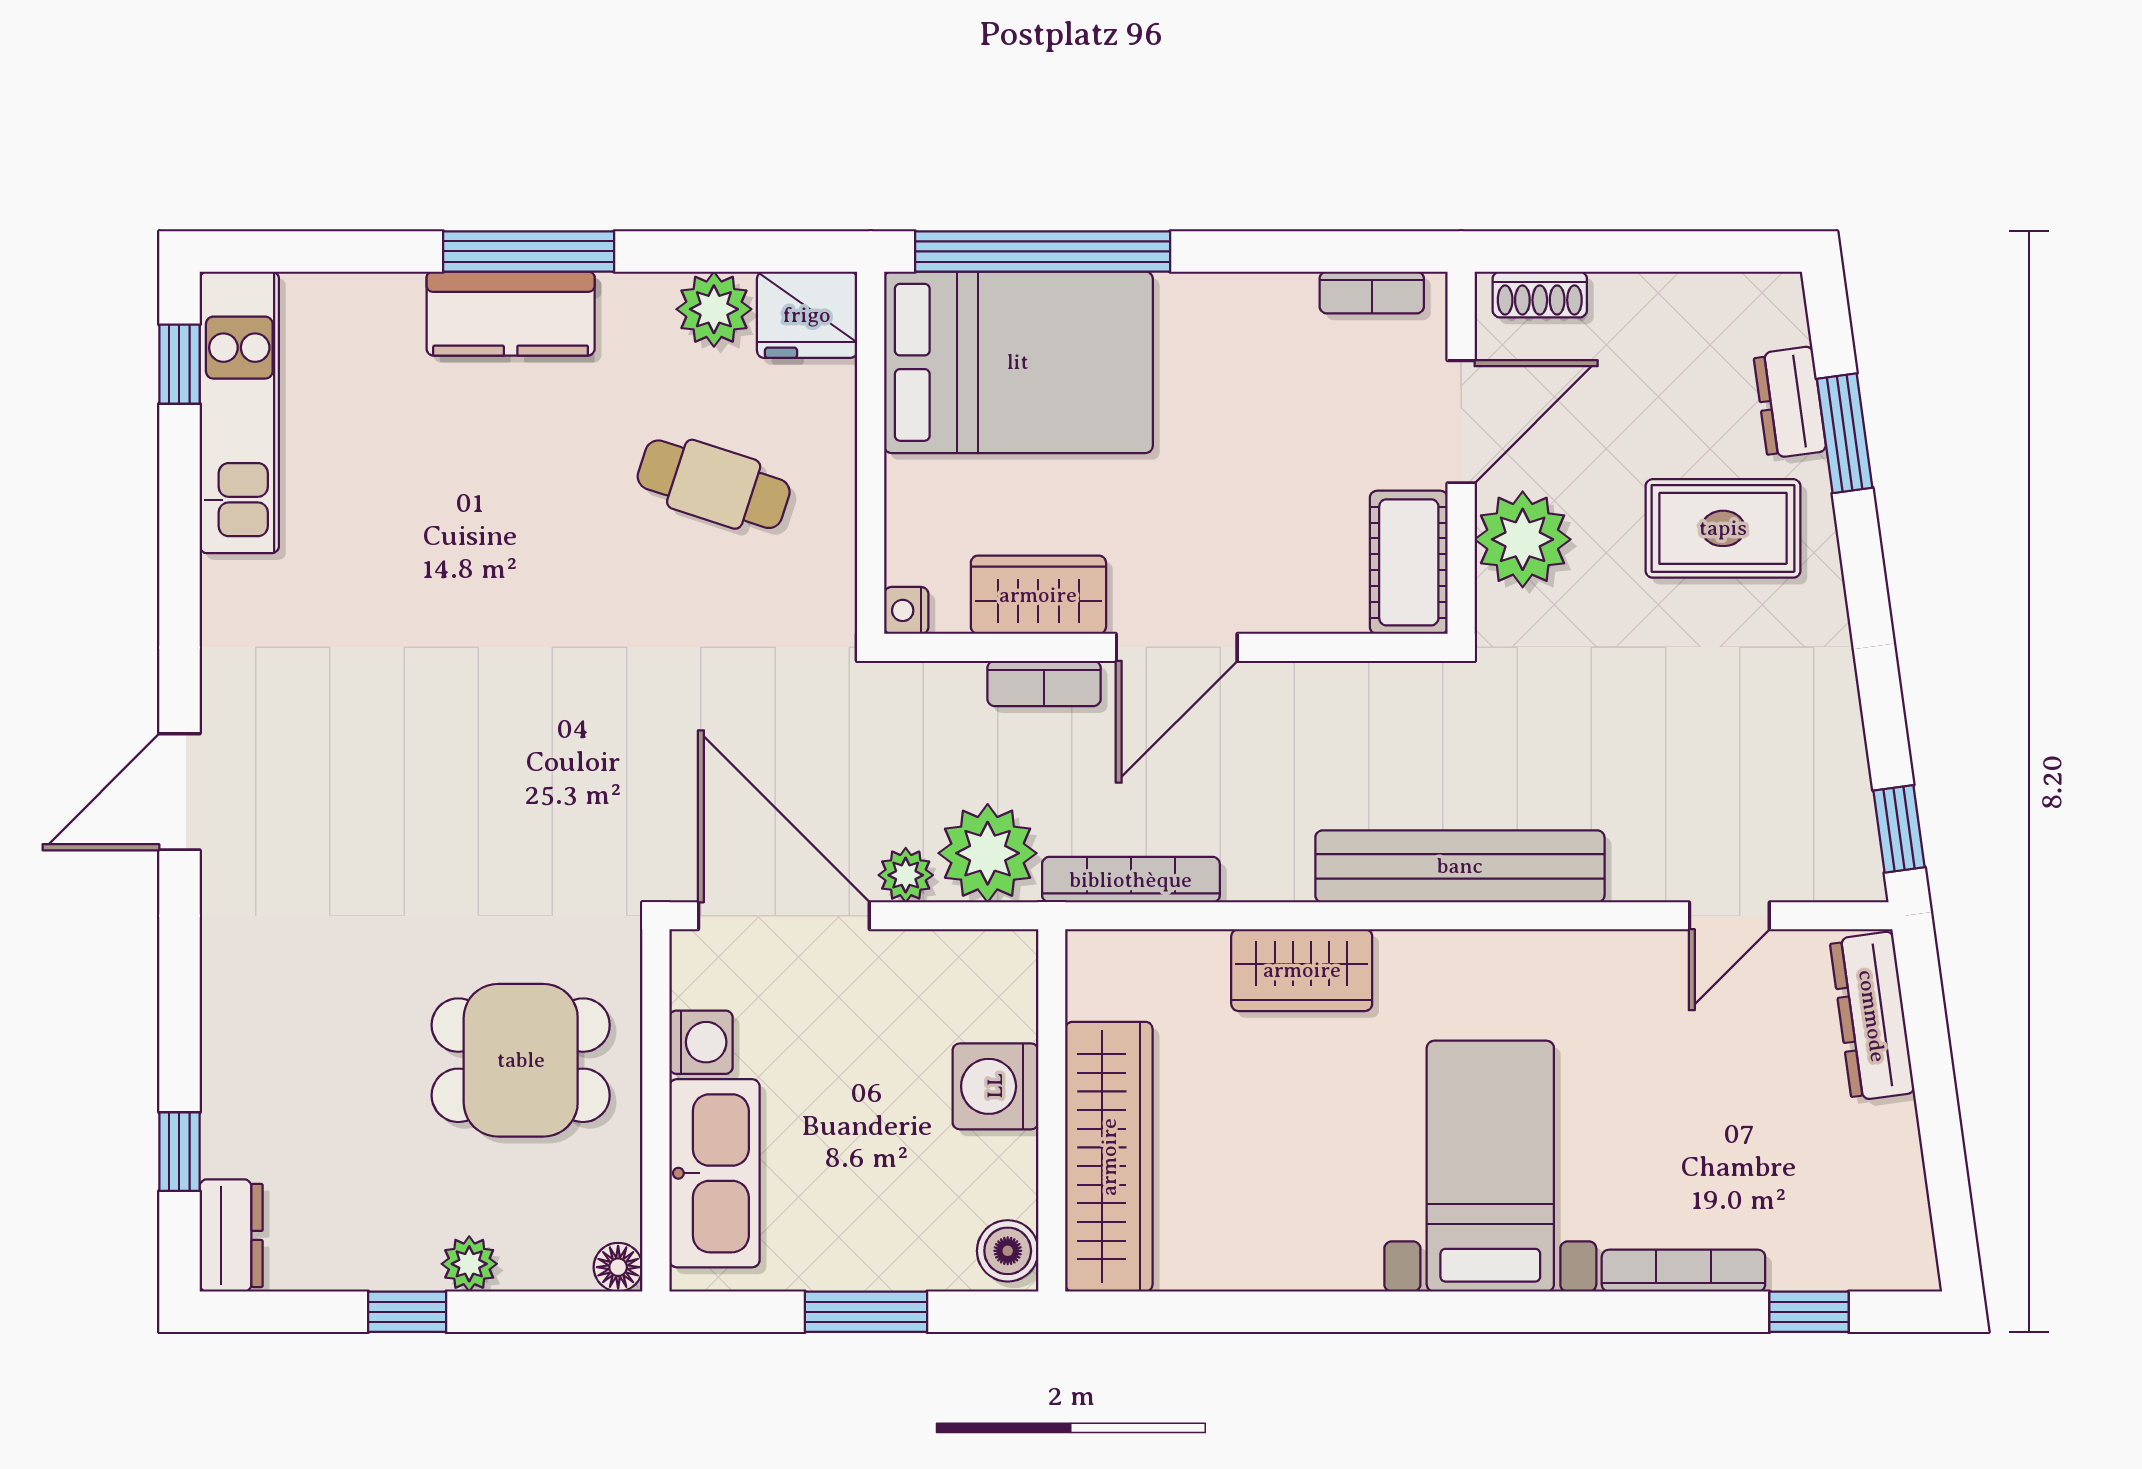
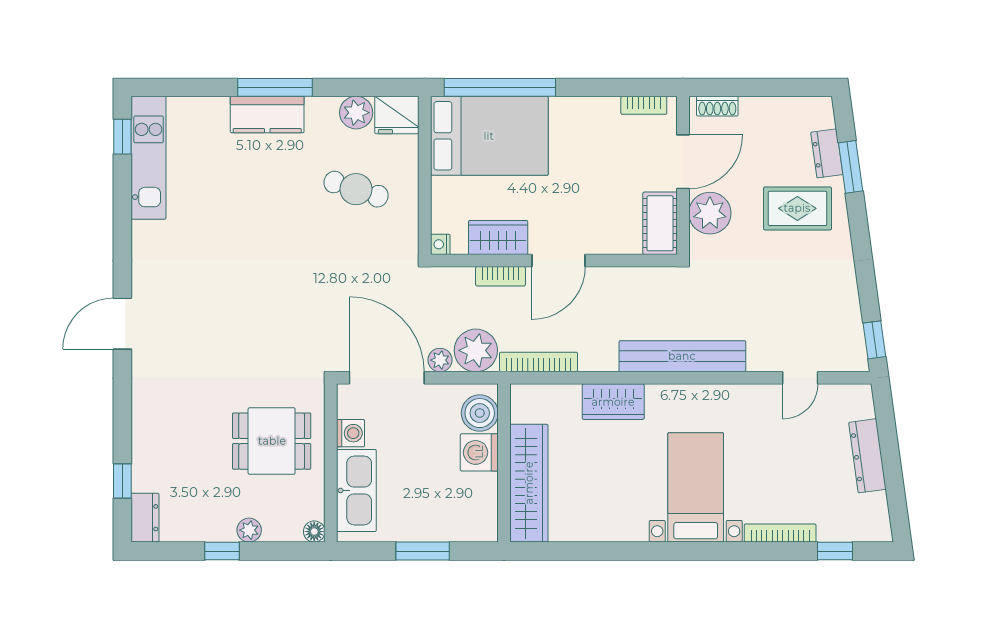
dresser: (1872, 1016) -> (867, 456), moved
boiler: (1008, 1251) -> (480, 413), moved, width x1.36, depth x1.36

